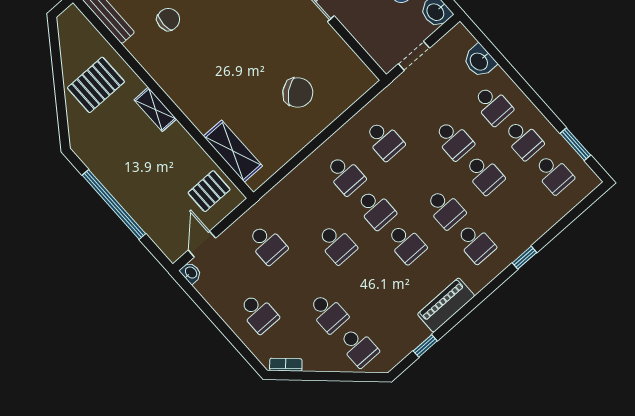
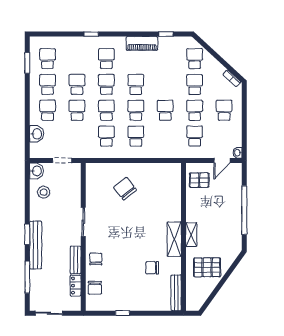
shelving: (233, 151) -> (174, 239), moved
school desk: (415, 175) -> (106, 110), added
school desk: (298, 279) -> (195, 110), added

